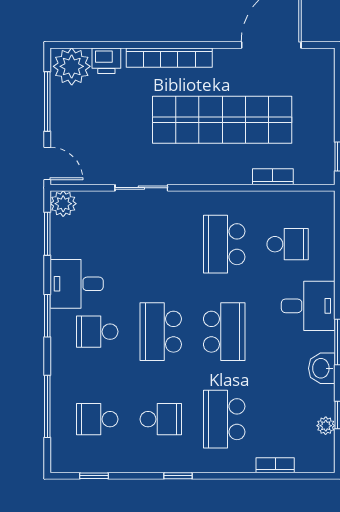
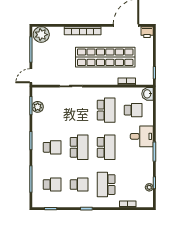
printer: (106, 61) -> (147, 32), moved
door: (47, 163) -> (31, 76), swing flipped
plant: (63, 204) -> (38, 107), moved
school desk: (224, 244) -> (106, 110), turned 180
desk: (77, 284) -> (43, 127), removed
school desk: (97, 332) -> (52, 147), turned 180
school desk: (161, 332) -> (79, 147), turned 180
washbasin: (322, 368) -> (148, 94), moved
school desk: (97, 419) -> (52, 185), turned 180

